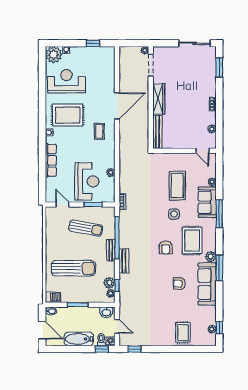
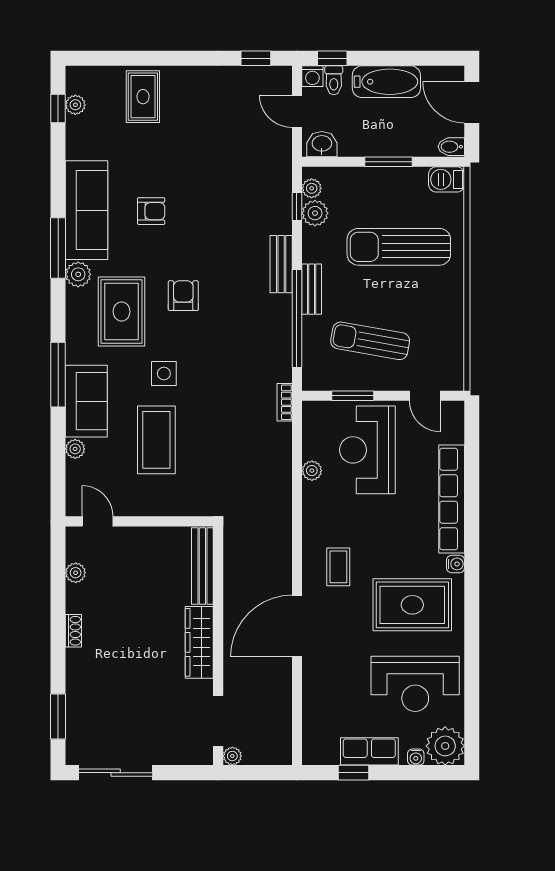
row of seats: (86, 52) -> (369, 751), added
row of seats: (51, 160) -> (452, 499), width x1.36

